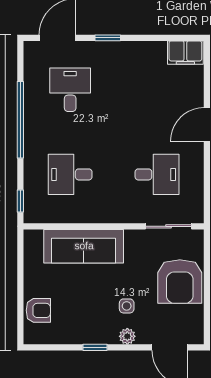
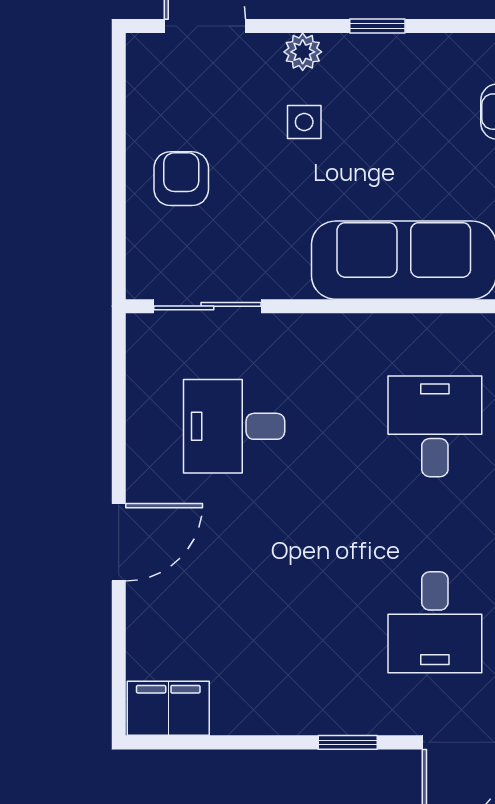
desk: (70, 174) -> (435, 426), turned -90
armchair: (180, 281) -> (181, 179), width x0.53, depth x0.53

